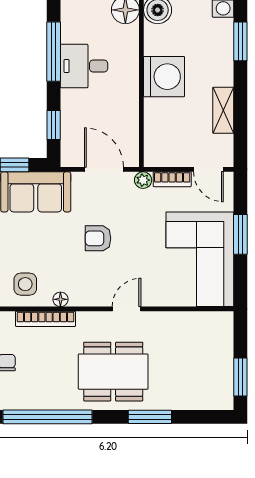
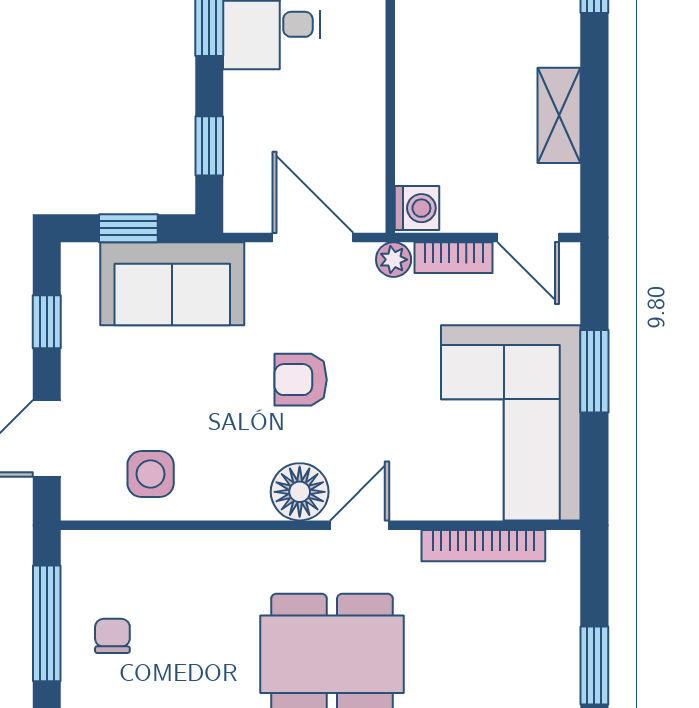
washing machine: (164, 77) -> (417, 208), moved, width x0.53, depth x0.53
floor lamp: (60, 299) -> (300, 492), moved, width x1.89, depth x1.89
bookcase: (45, 319) -> (483, 546), moved

